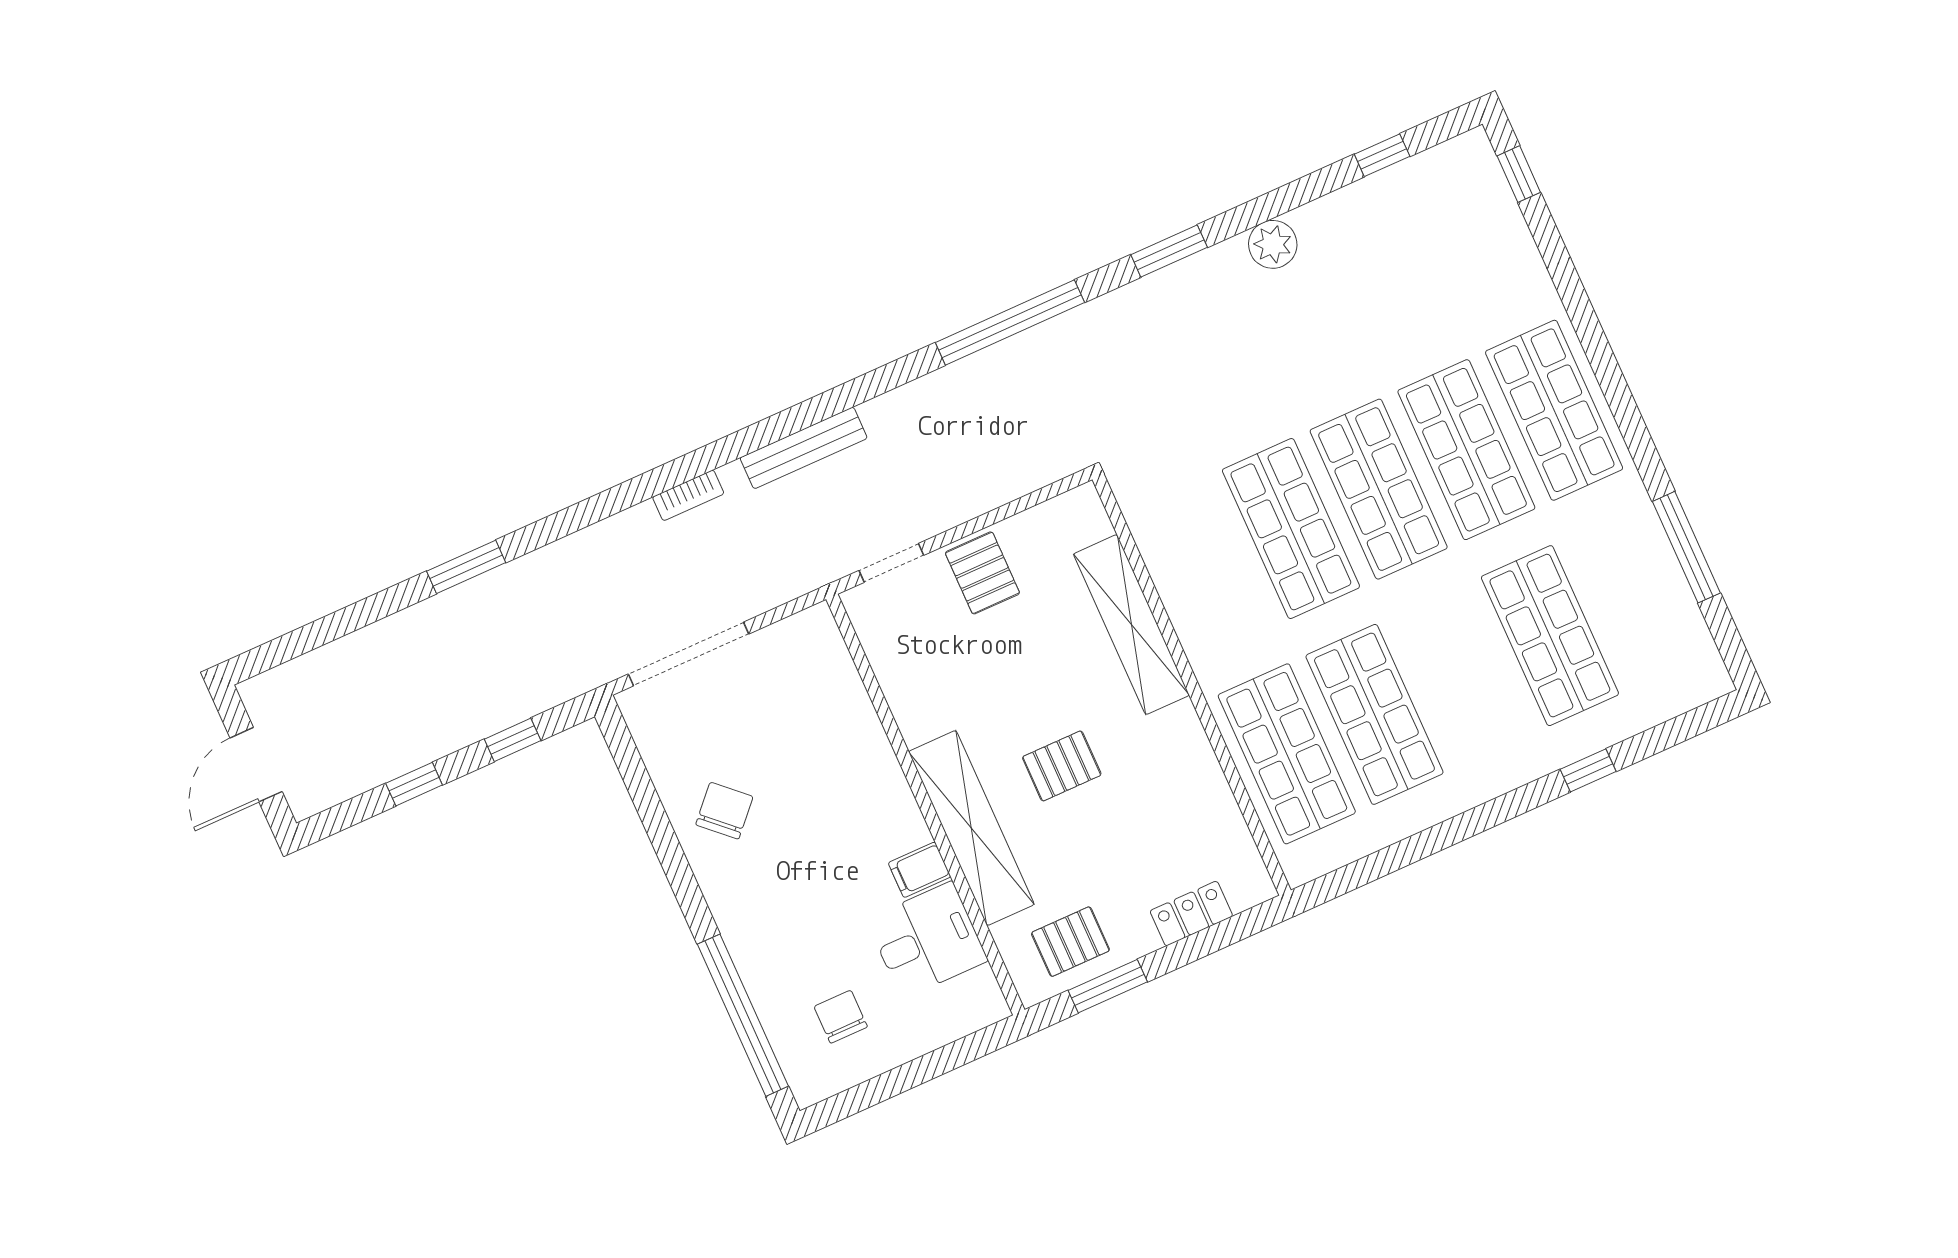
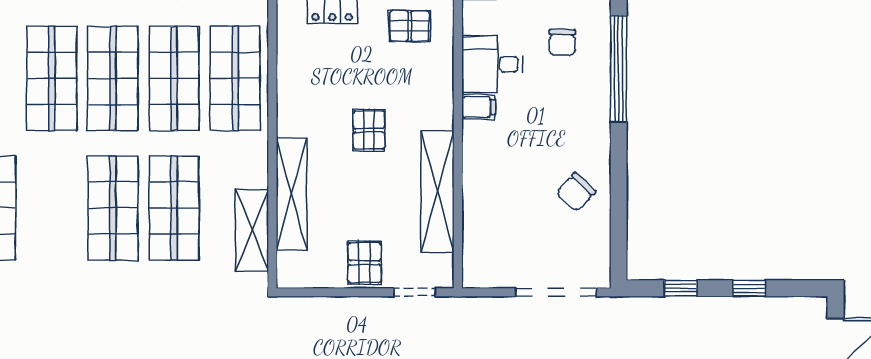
shop shelf: (1466, 450) -> (113, 78), moved
shelving: (1165, 547) -> (252, 230), added
pallet: (1062, 766) -> (369, 130), turned 90
shelving: (971, 828) -> (437, 192), moved

